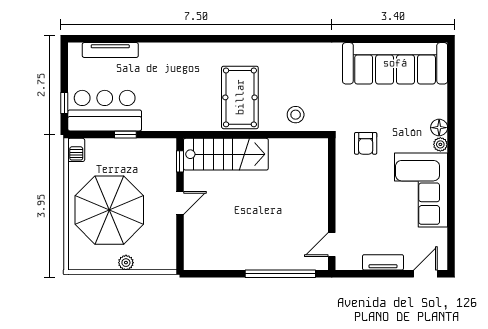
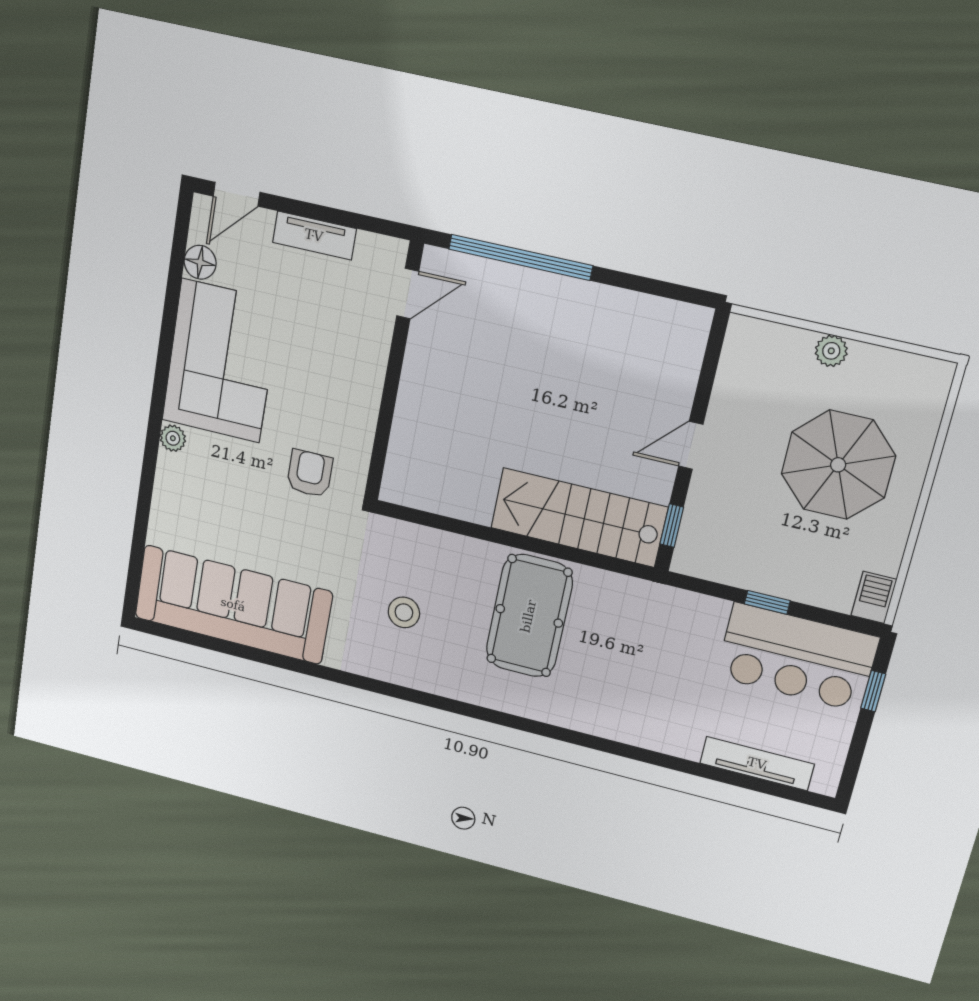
stool: (296, 115) -> (404, 612), moved
floor lamp: (439, 128) -> (200, 262), moved
parasol: (109, 210) -> (838, 465), width x0.73, depth x0.73

